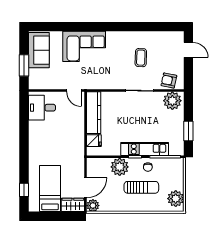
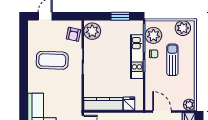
coffee table: (141, 58) -> (52, 60), width x1.86, depth x1.72
plant: (120, 167) -> (153, 35), moved
door: (86, 188) -> (162, 111), moved

